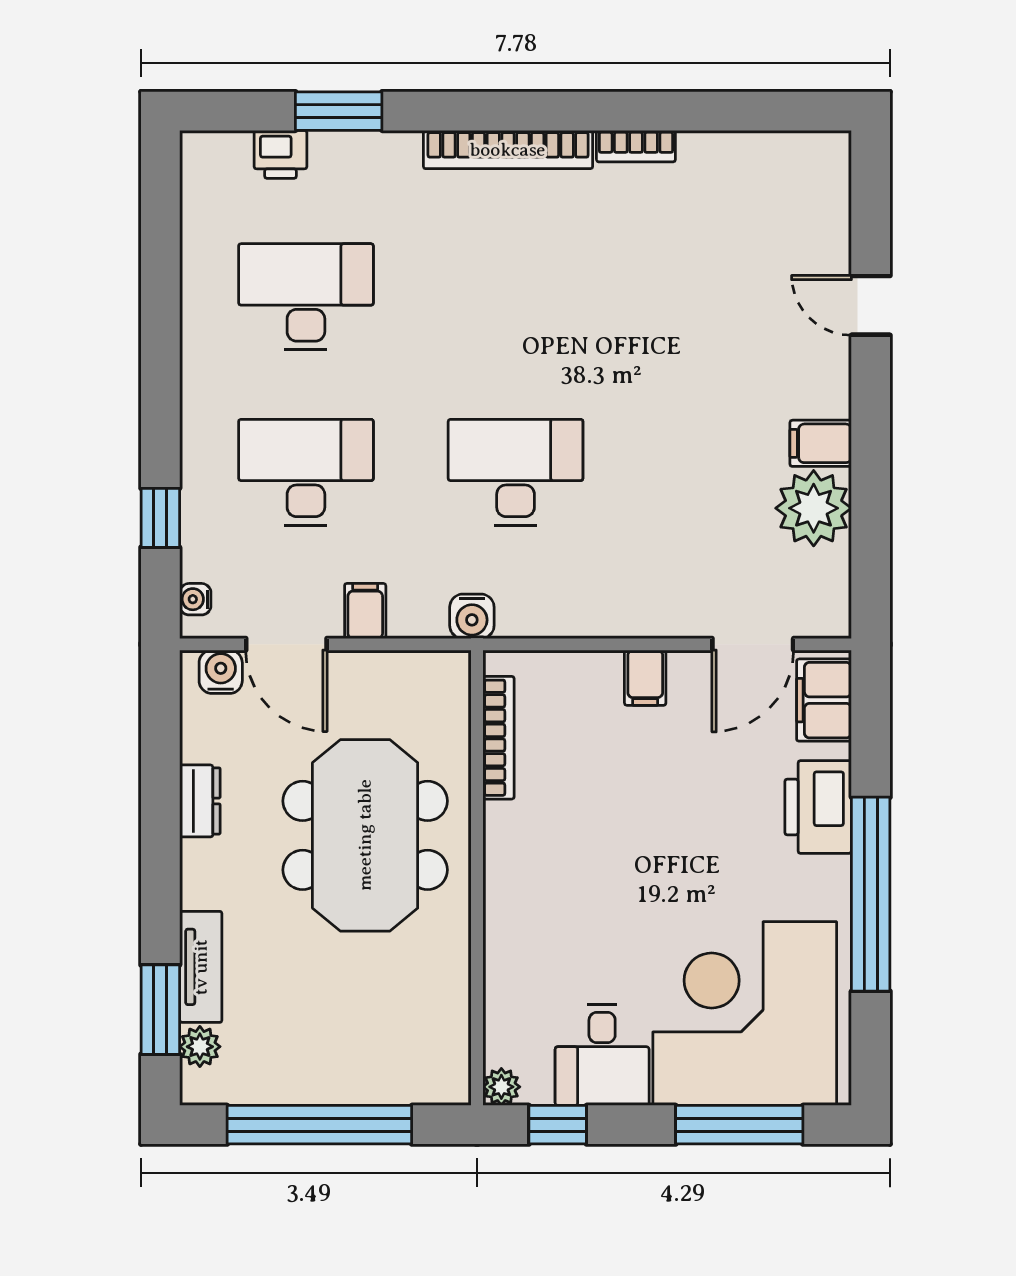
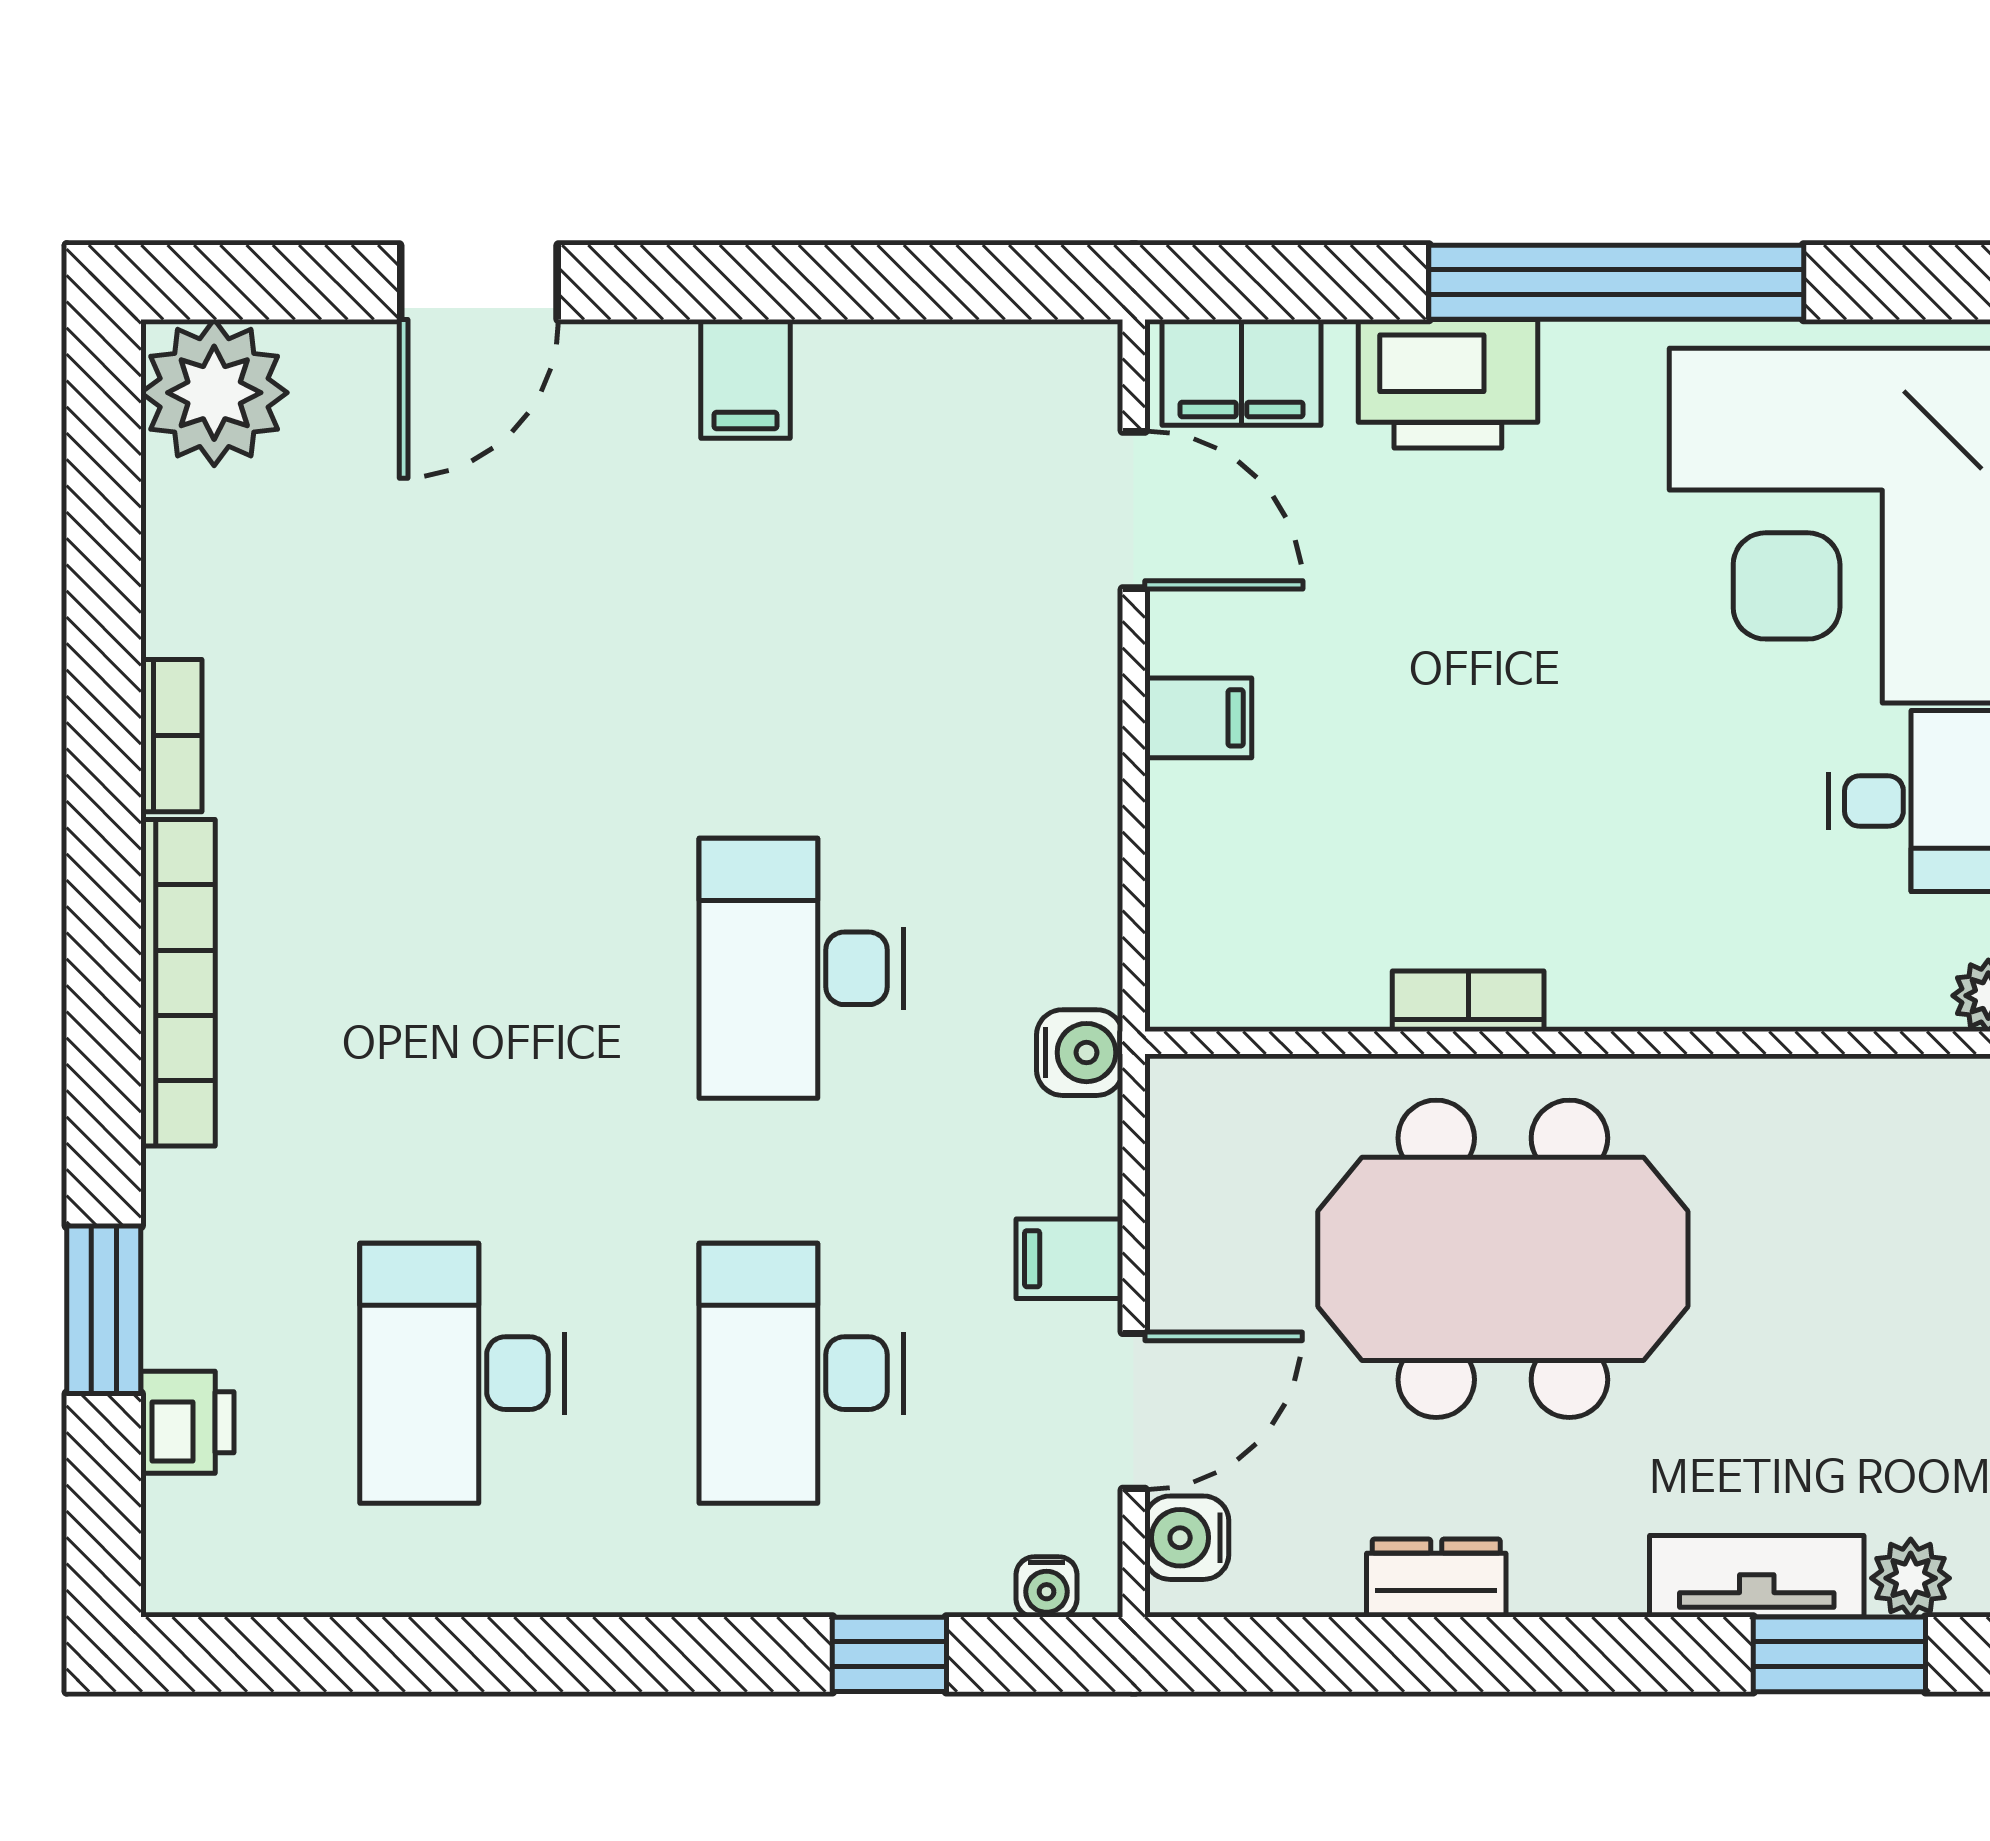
door: (871, 305) -> (479, 282), width x1.38
plant: (814, 508) -> (214, 393), moved
bookcase: (498, 738) -> (1468, 1001), moved, width x0.64

